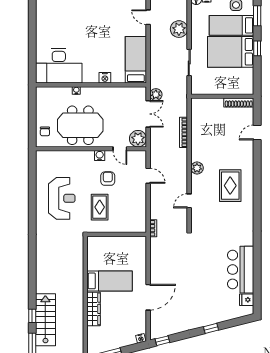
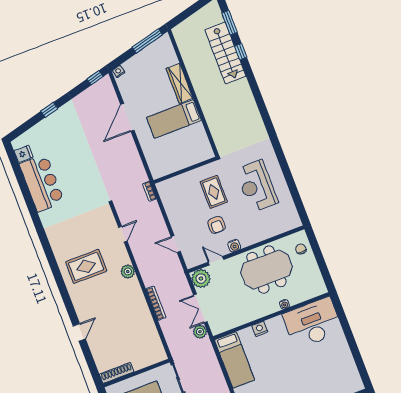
wall: (222, 96) -> (136, 373), moved
shoe rack: (239, 103) -> (117, 373), moved
rug: (230, 186) -> (86, 266), turned 90

